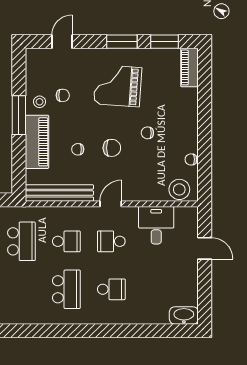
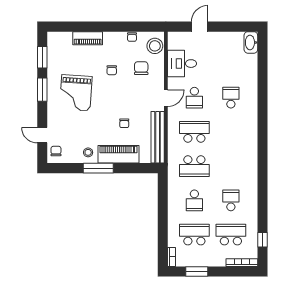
piano: (190, 67) -> (88, 38), moved
chair: (63, 95) -> (56, 151), moved
chair: (112, 148) -> (141, 68), moved
door: (111, 204) -> (166, 98), swing flipped
school desk: (21, 241) -> (194, 166), turned 180
school desk: (66, 241) -> (194, 132), width x1.85
school desk: (66, 289) -> (231, 132), removed

